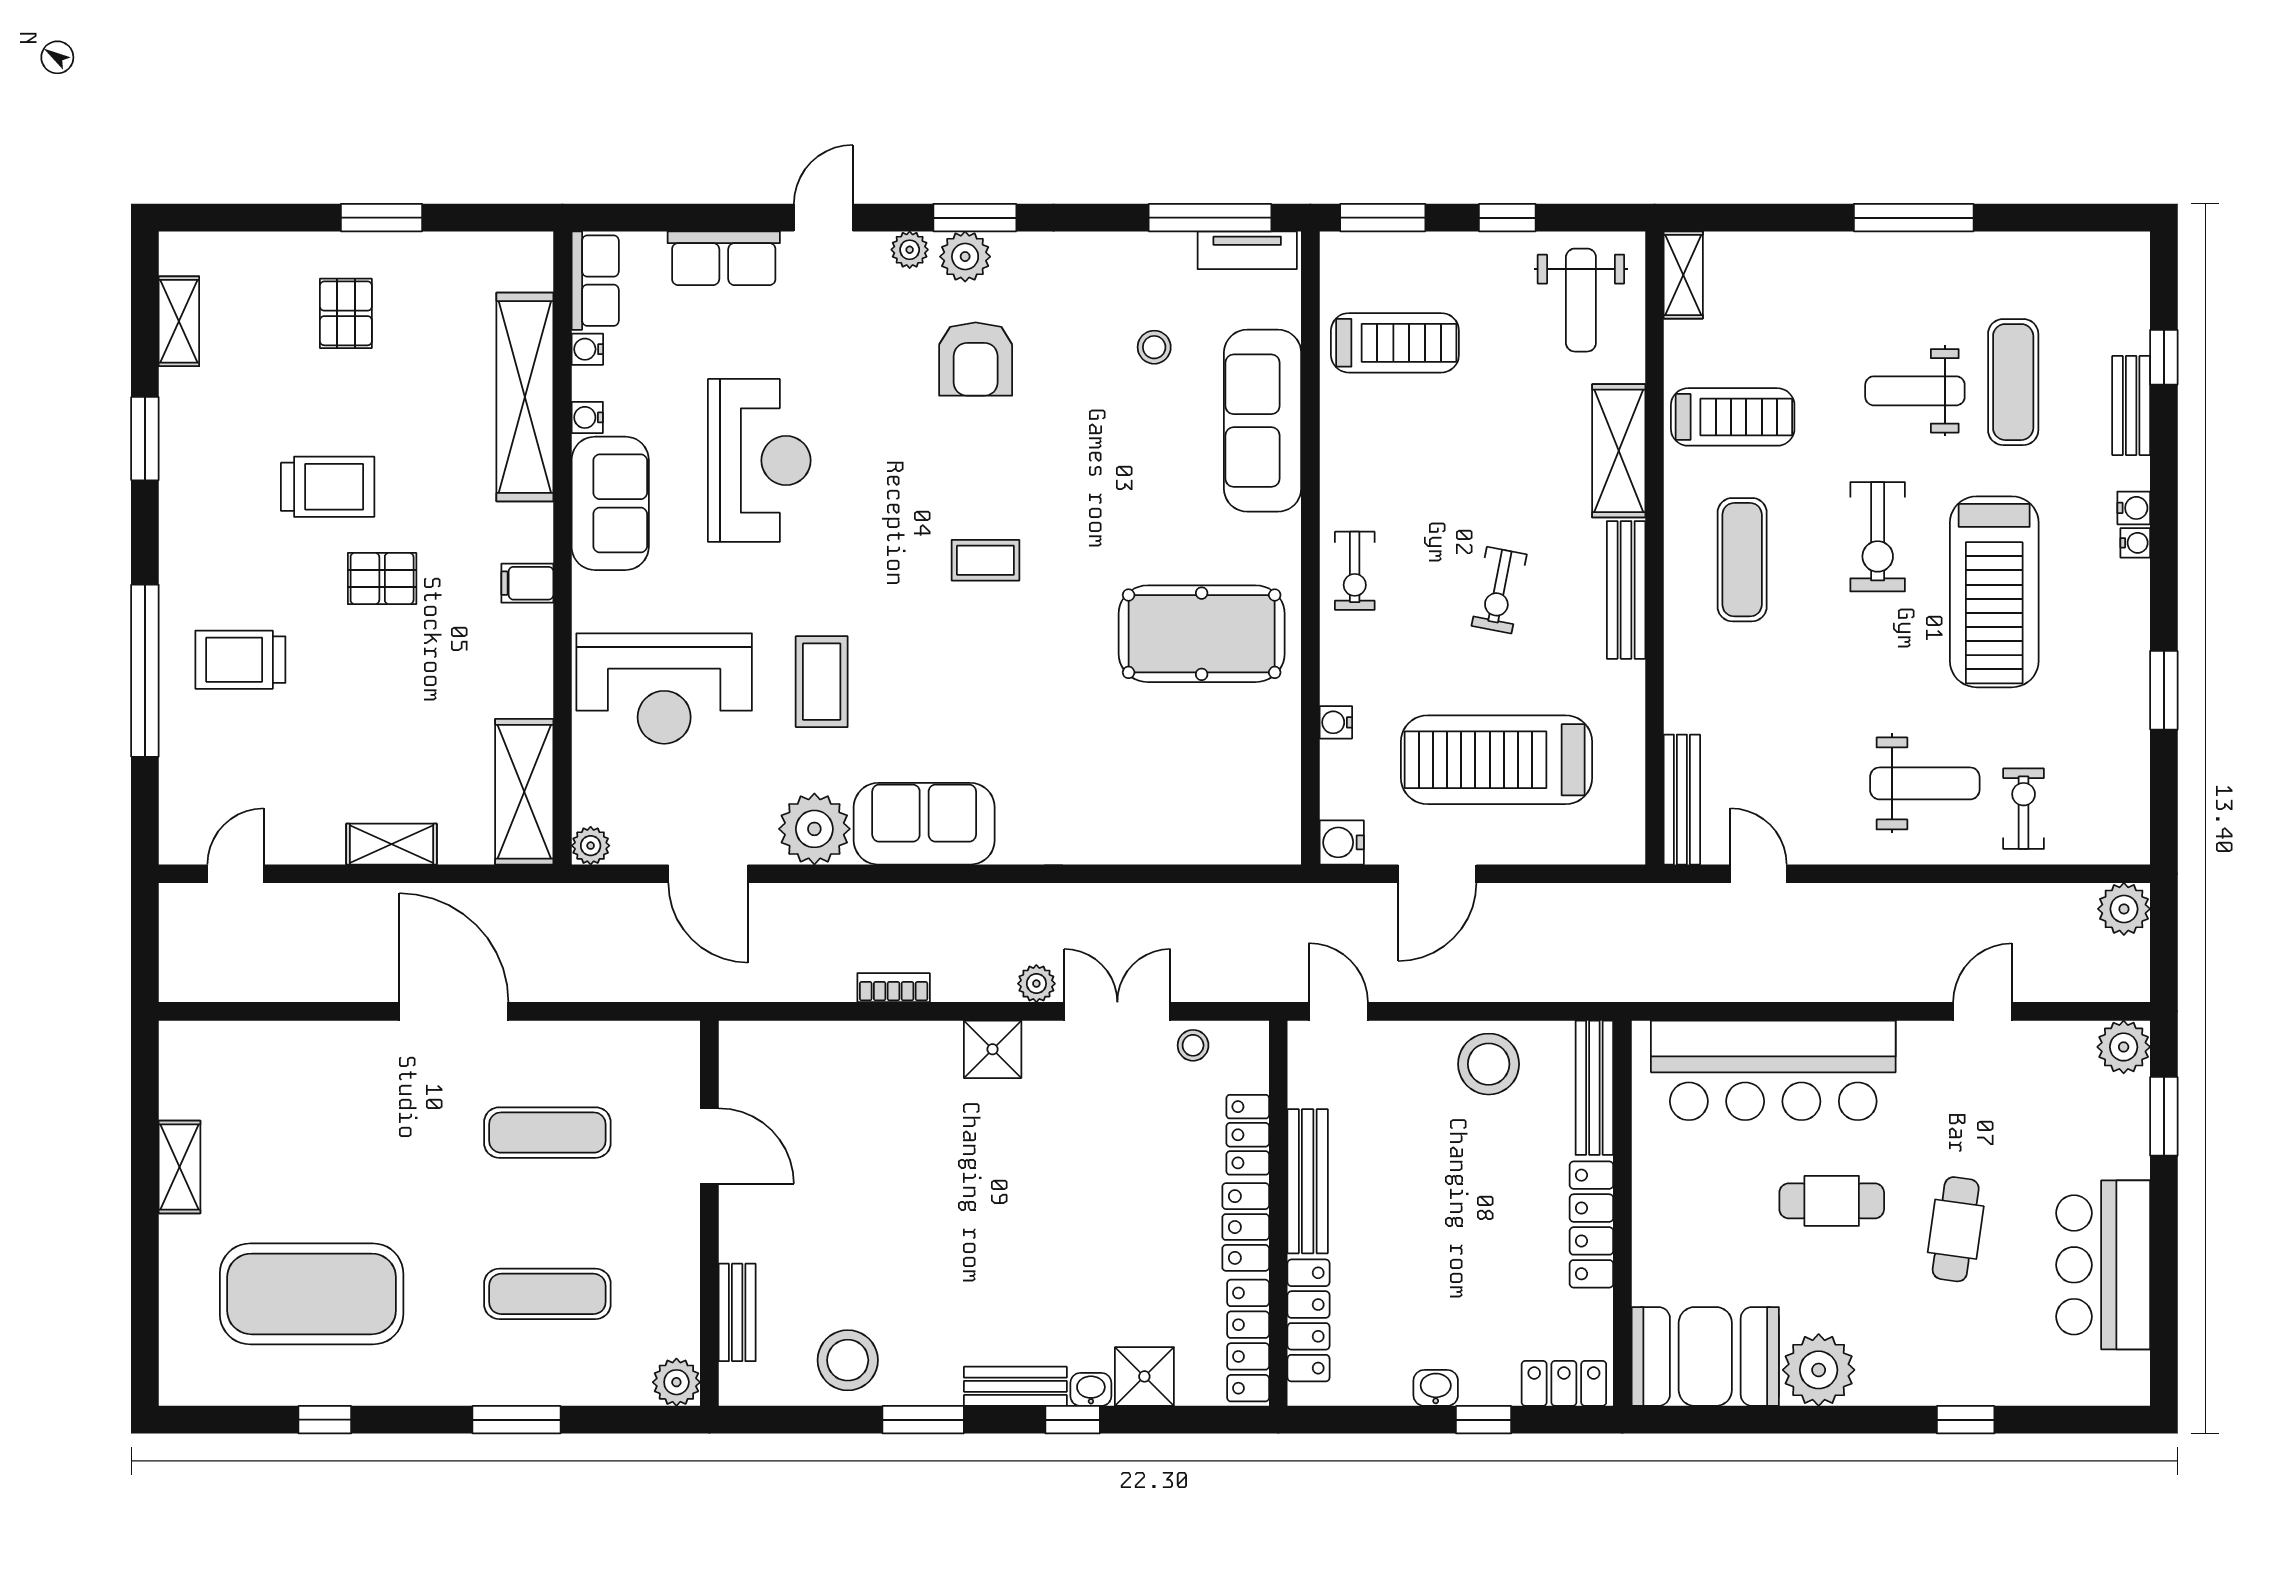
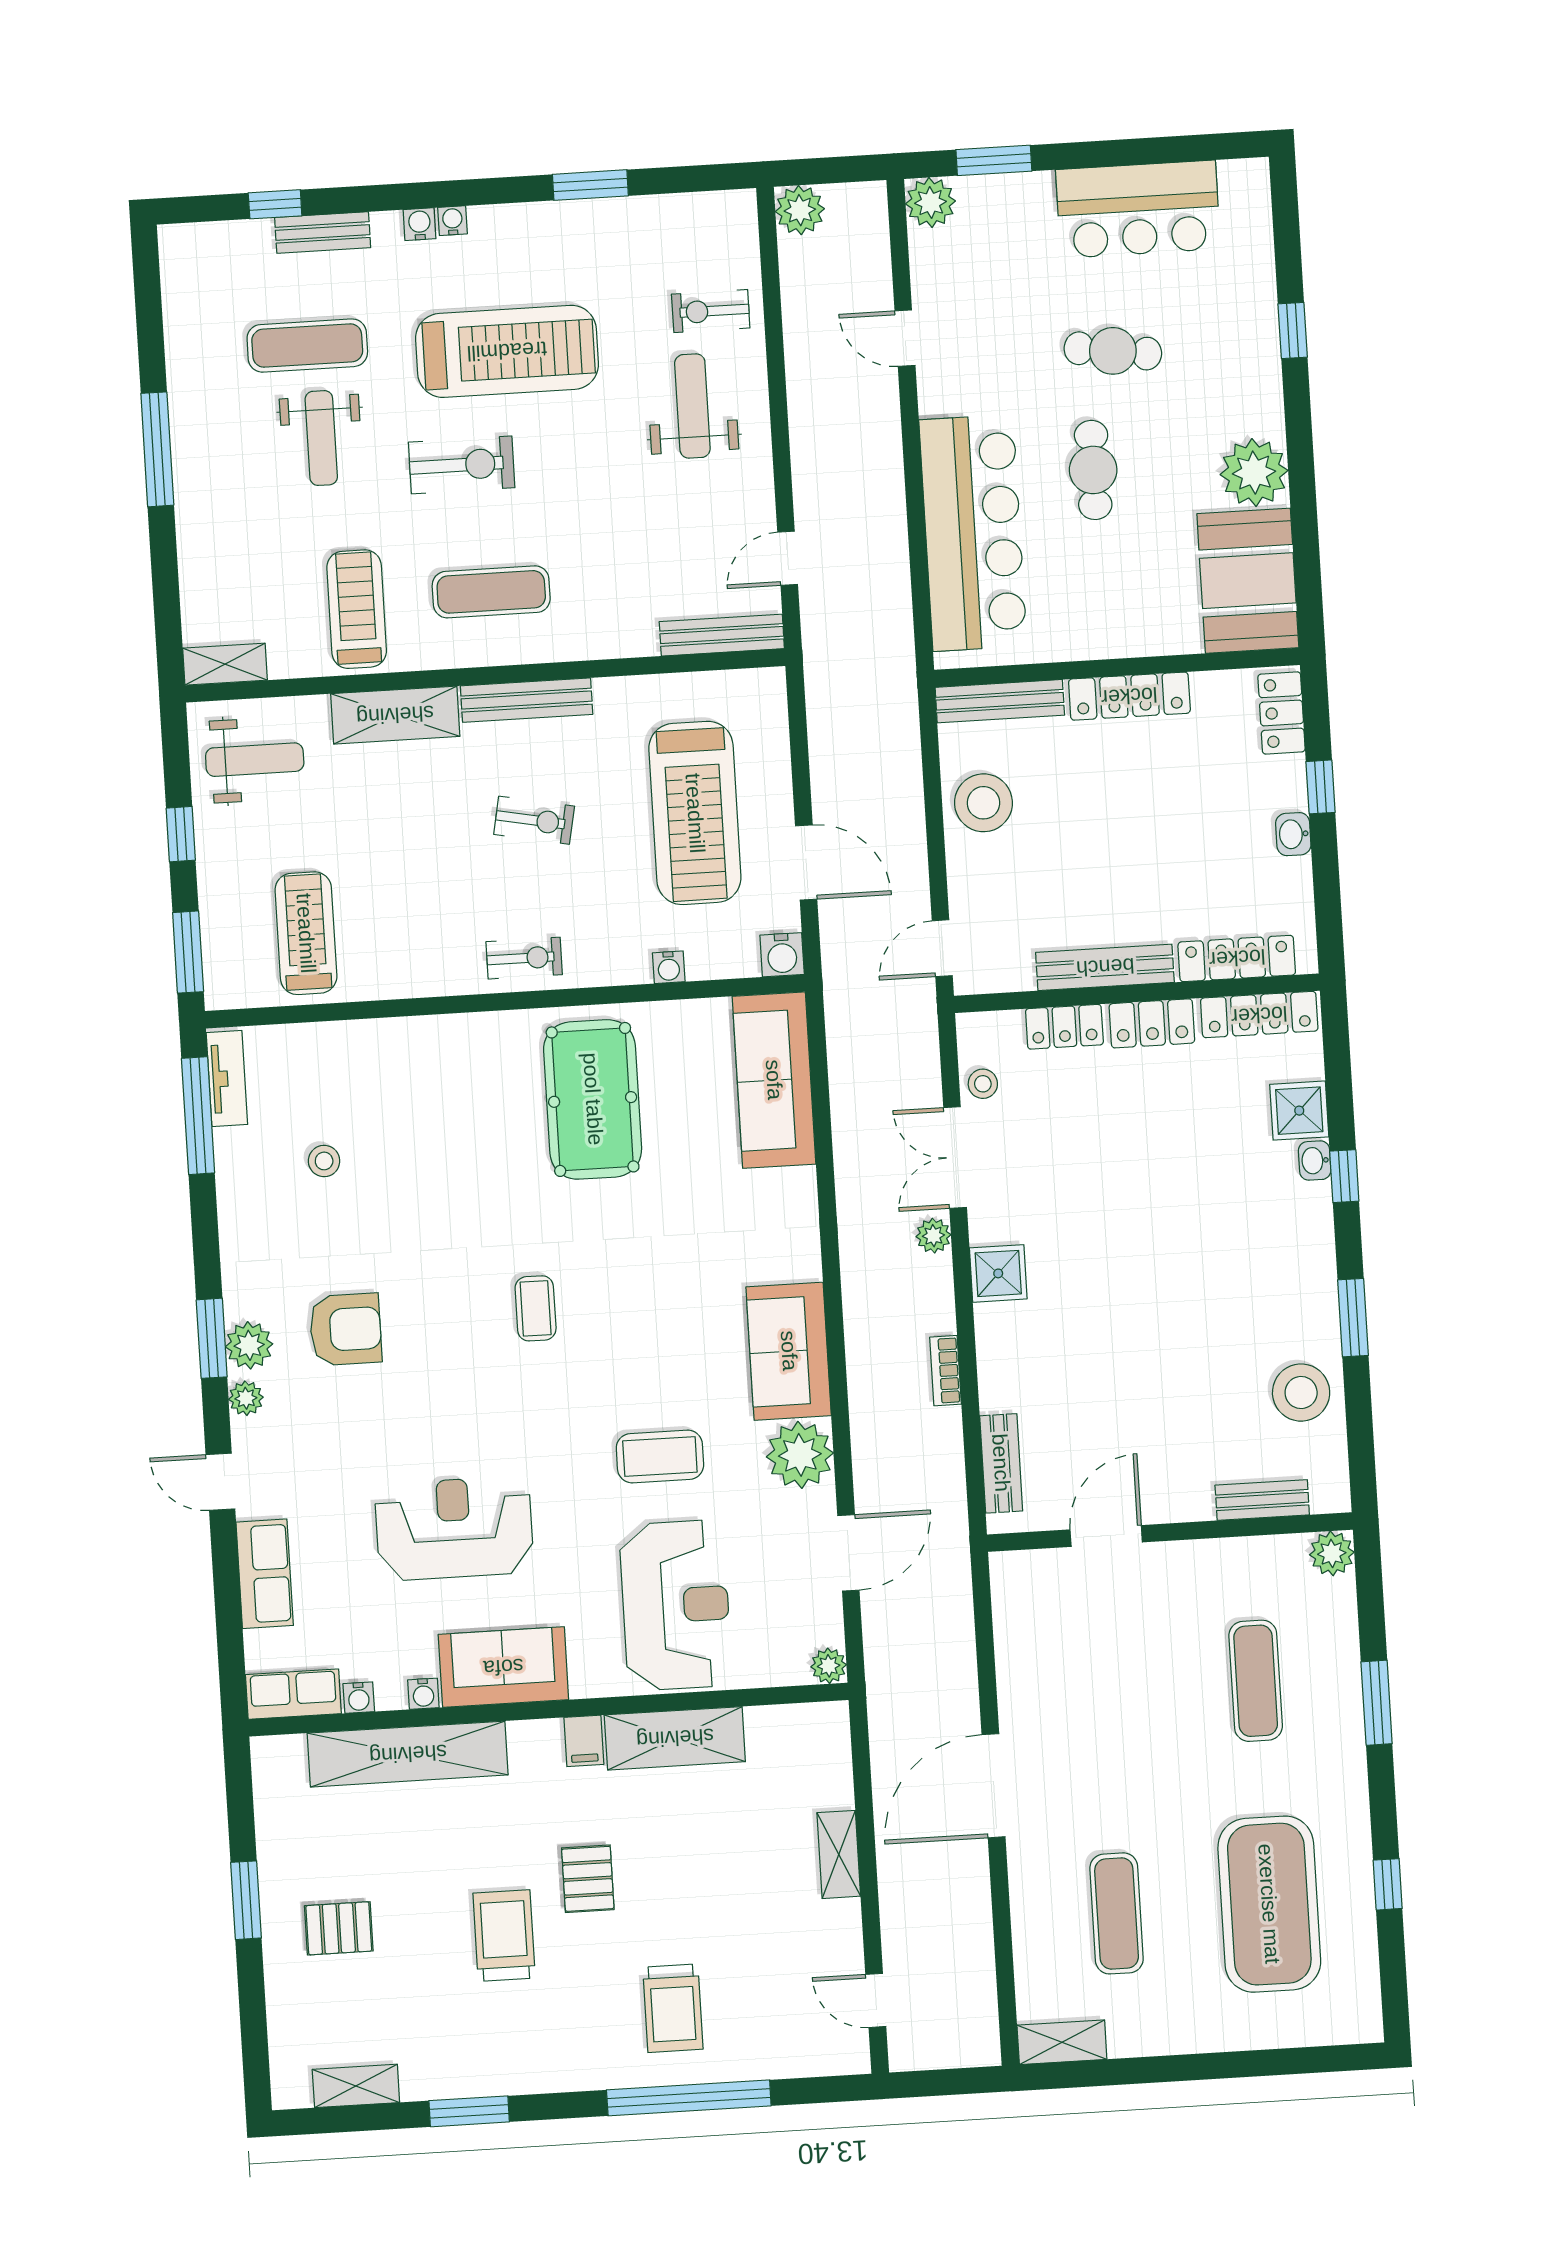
sofa: (1263, 421) -> (774, 1080), moved, turned 90
shelving: (524, 792) -> (675, 1738), moved
exercise mat: (547, 1133) -> (1117, 1913), moved
shelving: (180, 1167) -> (1062, 2042), moved
bench: (1015, 1386) -> (1001, 1463), moved

